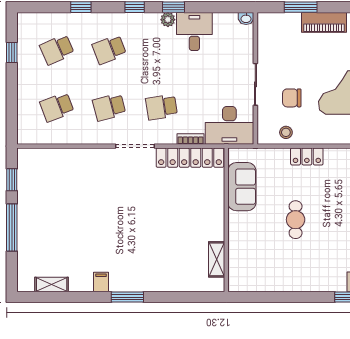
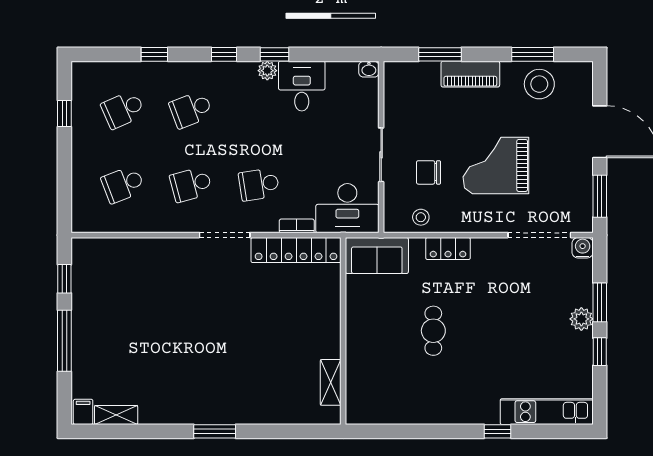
sofa: (242, 187) -> (377, 255), moved, turned 90
filing cabinet: (101, 282) -> (83, 412), moved

